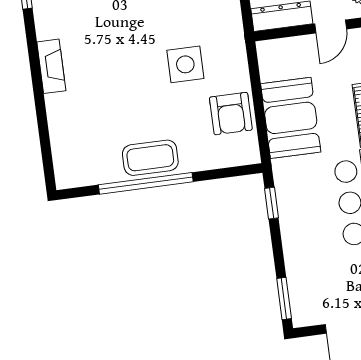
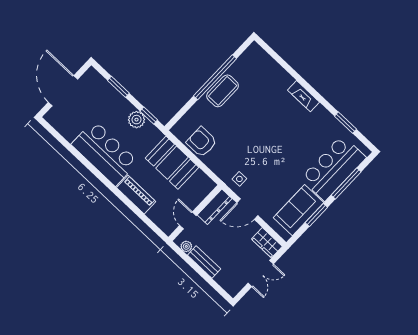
side table: (185, 64) -> (239, 179), moved, width x0.54, depth x0.54
plant: (292, 211) -> (137, 120), added
window: (284, 299) -> (118, 87), moved

